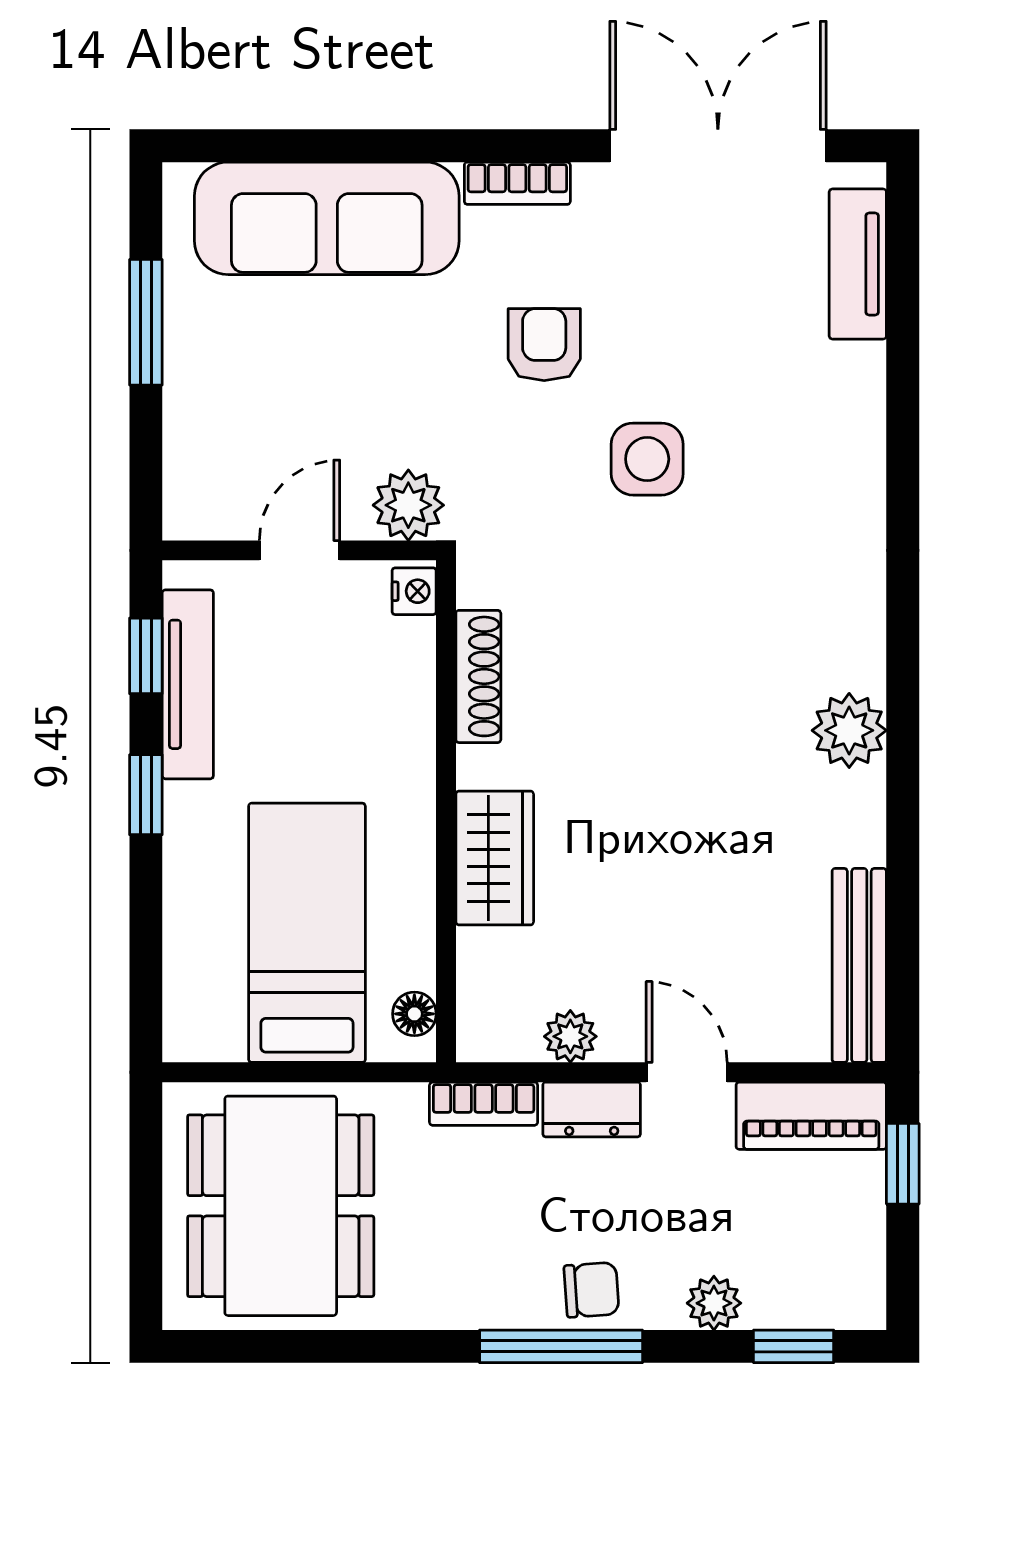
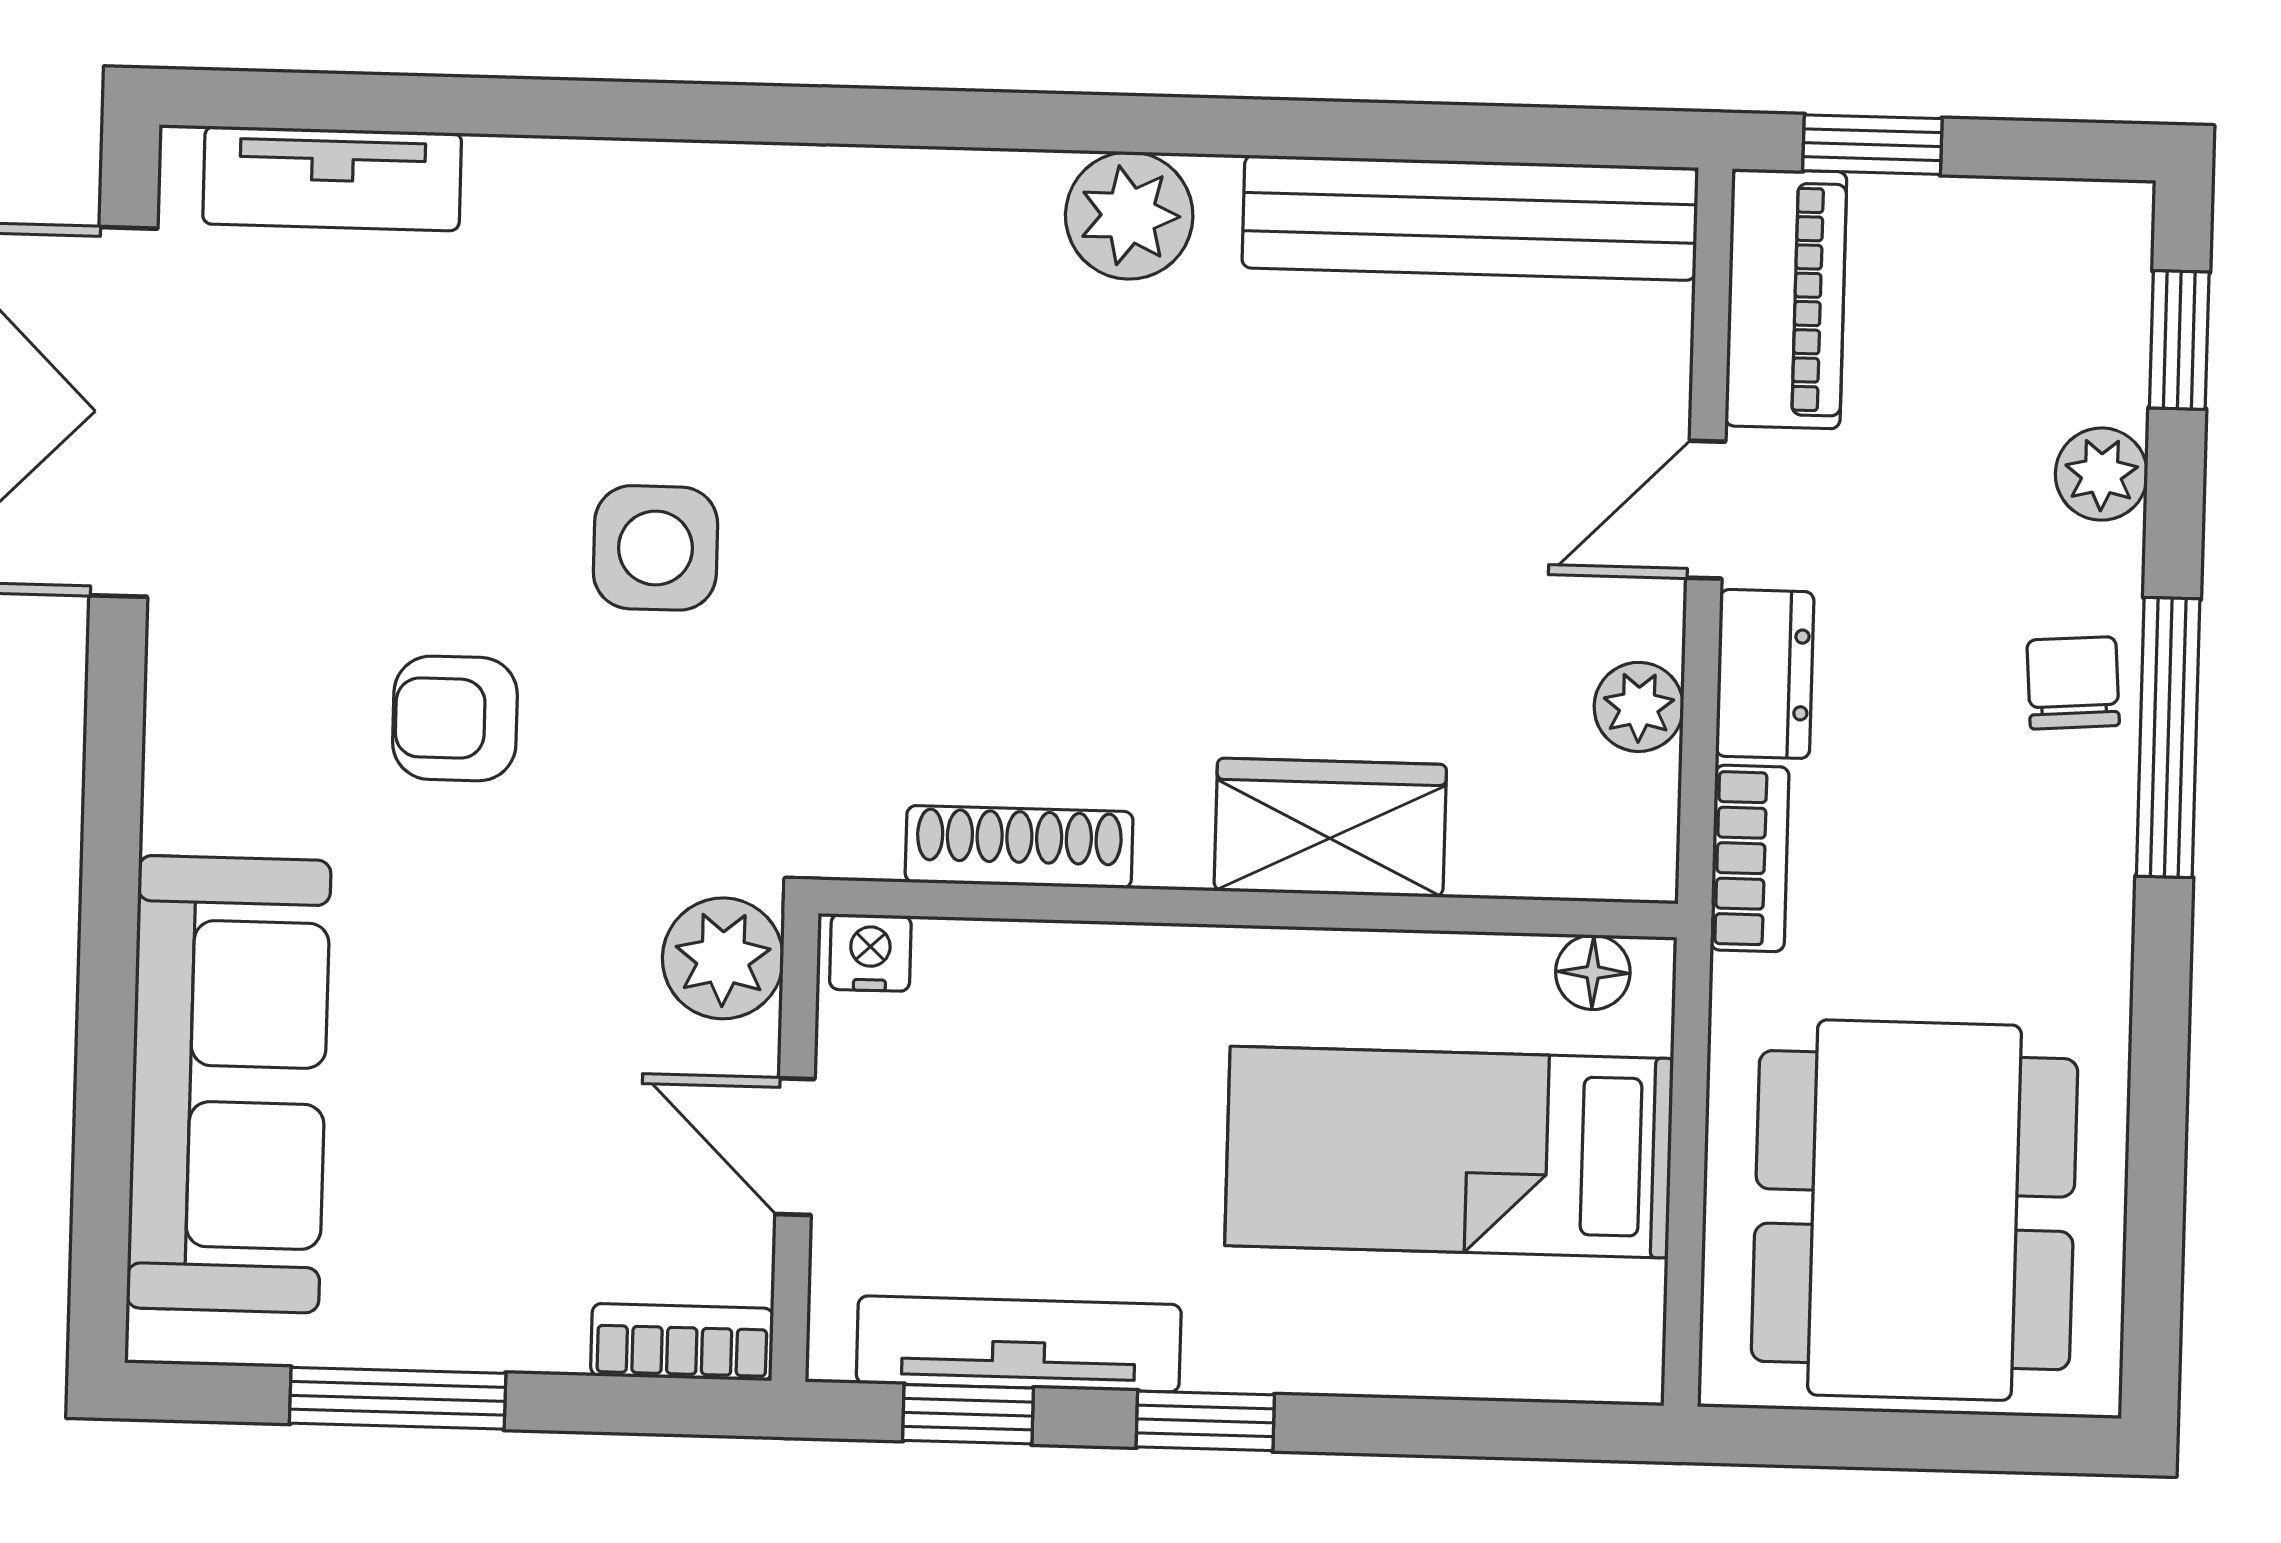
bookcase: (517, 183) -> (682, 1342), moved, turned -90
bench: (859, 965) -> (1470, 218), width x1.37, depth x1.21
dining table: (281, 1206) -> (1914, 1210), turned 90

